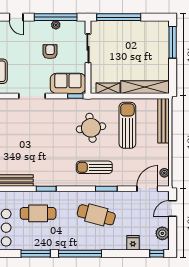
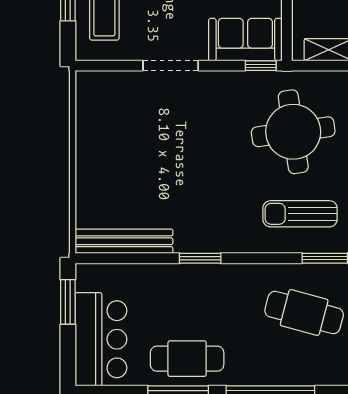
round table: (91, 128) -> (293, 132), width x1.36, depth x1.36
cafe table: (38, 213) -> (187, 359), moved

